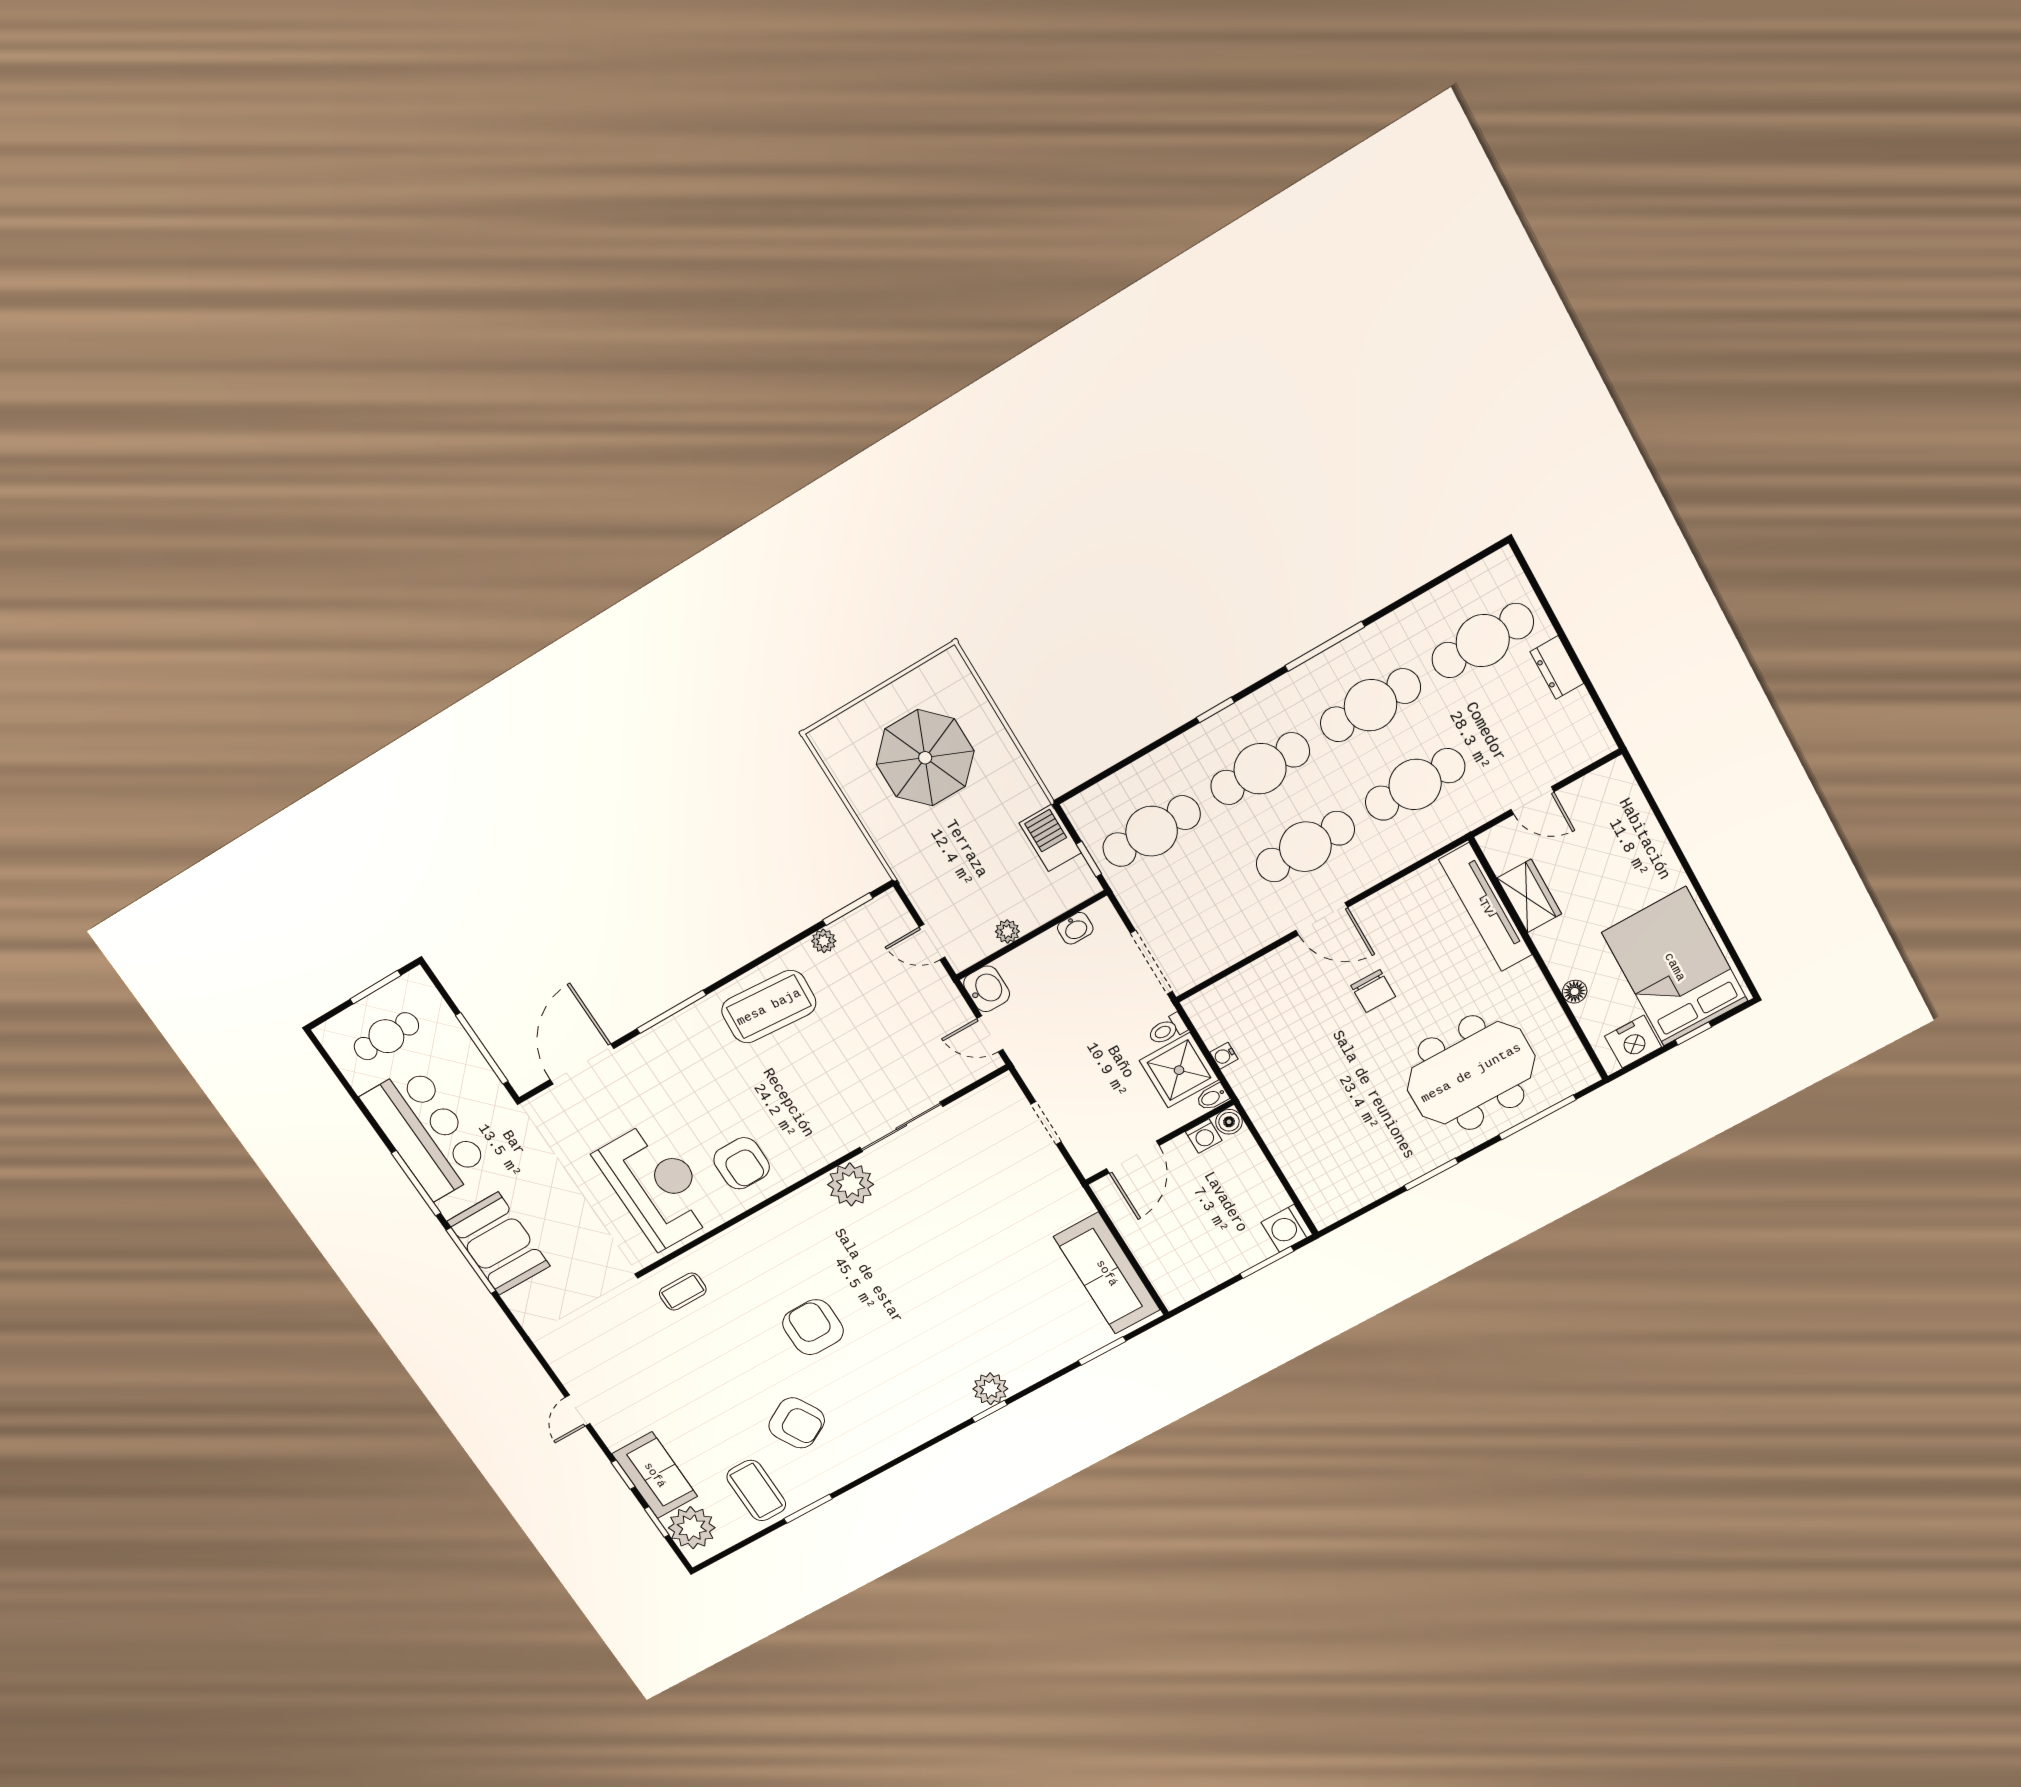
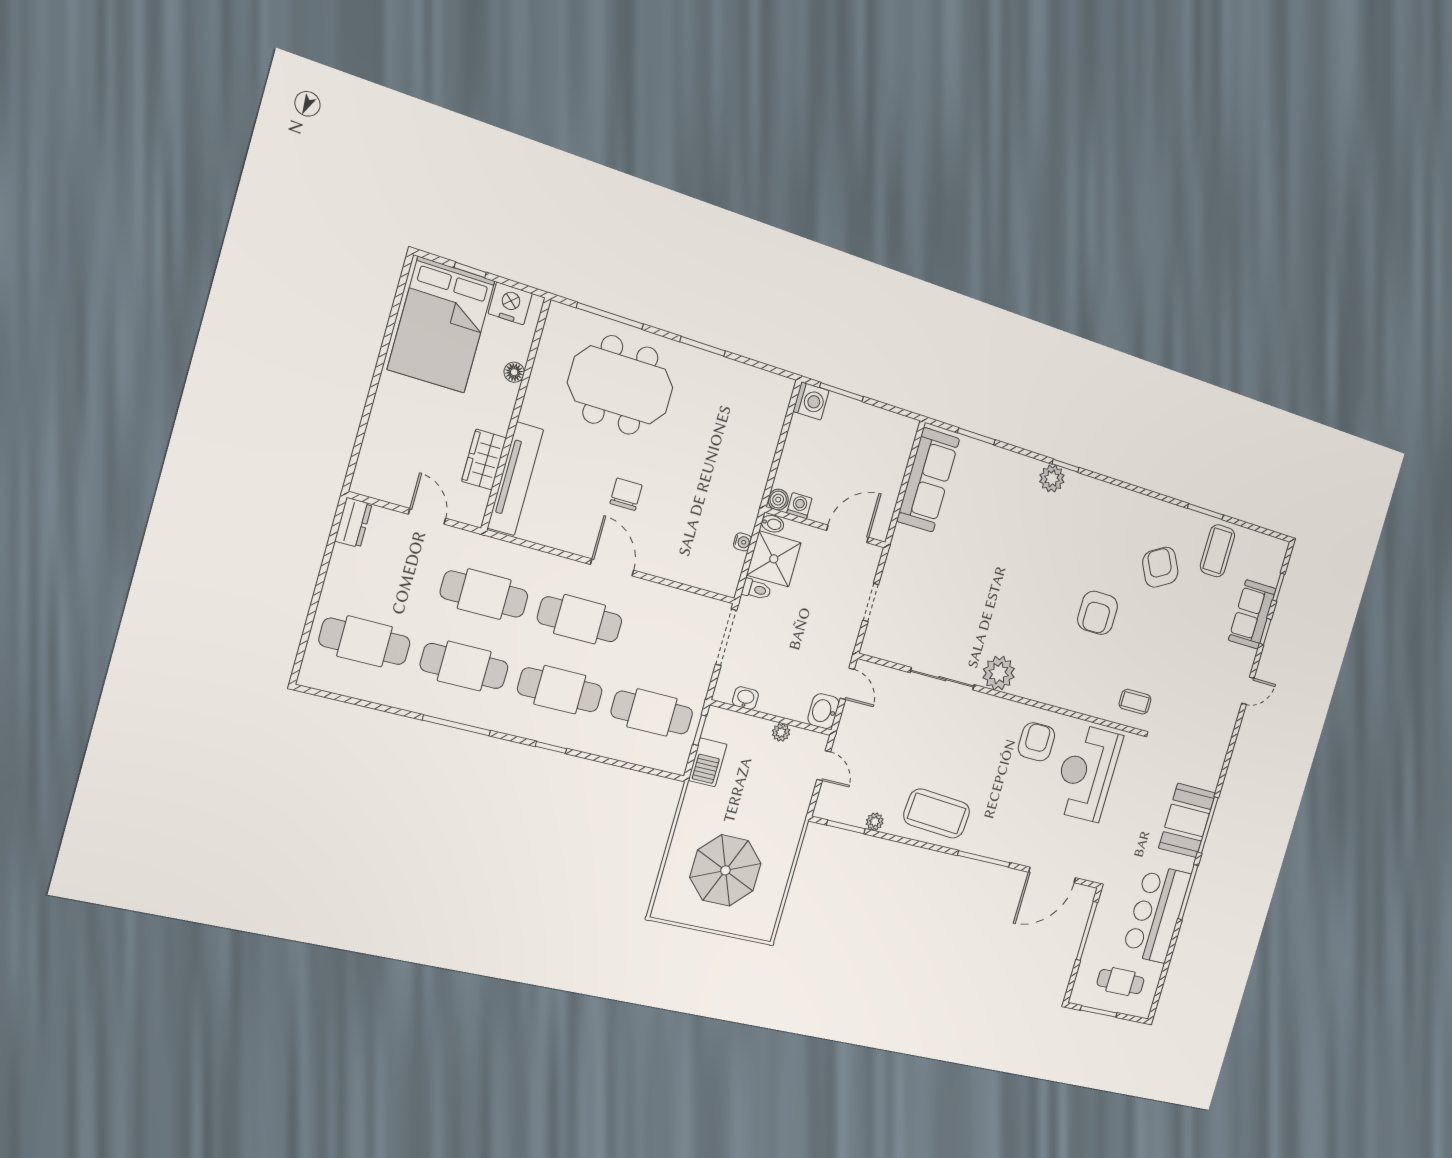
dresser: (1557, 668) -> (353, 523), moved
plant: (692, 1528) -> (1267, 565), removed

